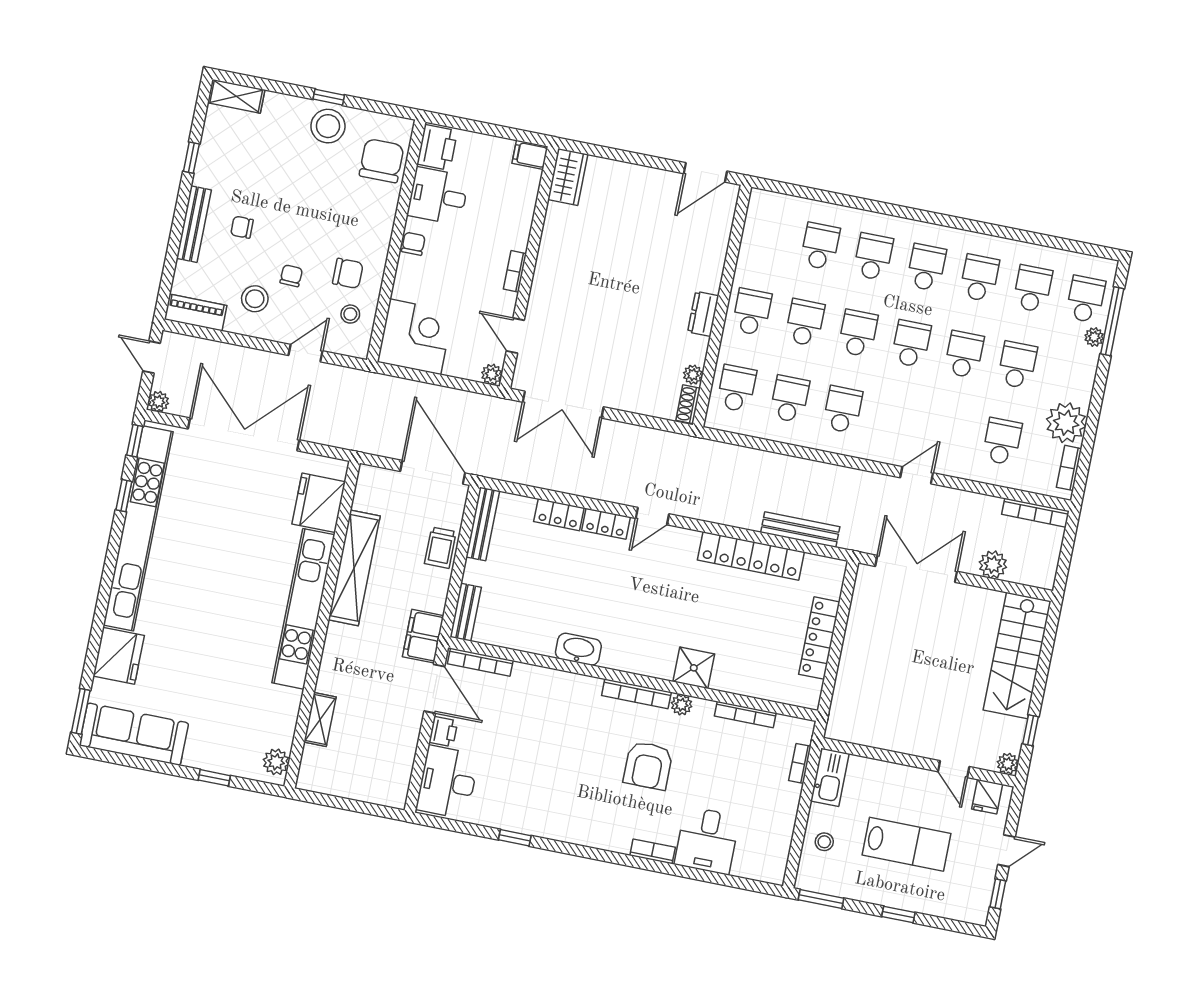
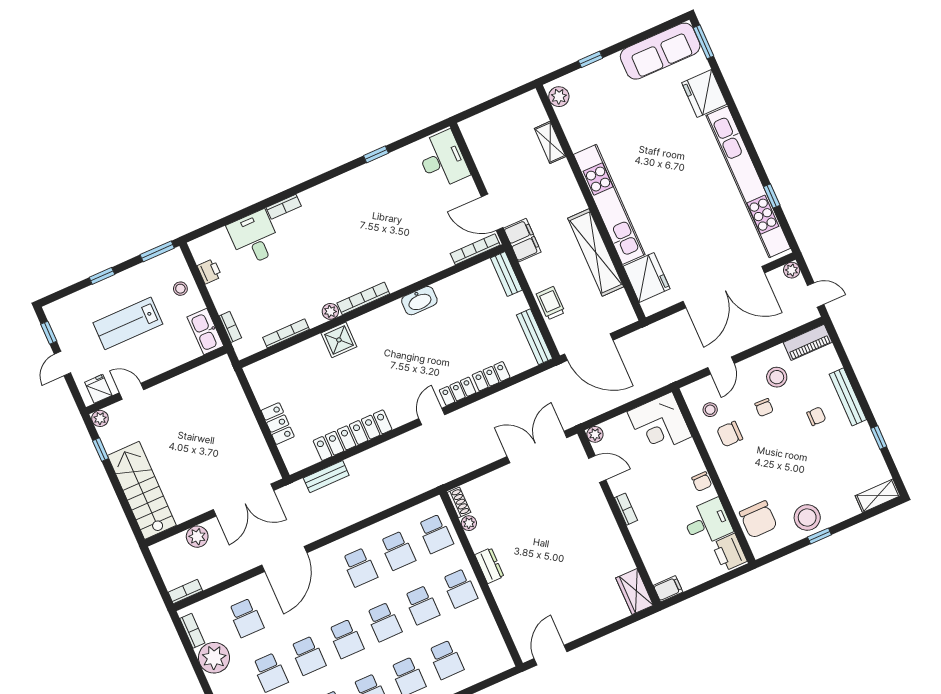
window: (135, 441) -> (789, 235), removed
door: (917, 475) -> (284, 559), width x1.88
bookcase: (1035, 513) -> (185, 592), width x0.64
bench: (800, 530) -> (326, 477), width x0.73
locker: (819, 638) -> (278, 424), width x0.66
printer: (443, 732) -> (209, 271), moved, turned 180
armchair: (648, 765) -> (324, 259), removed

